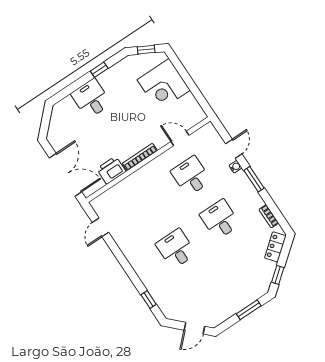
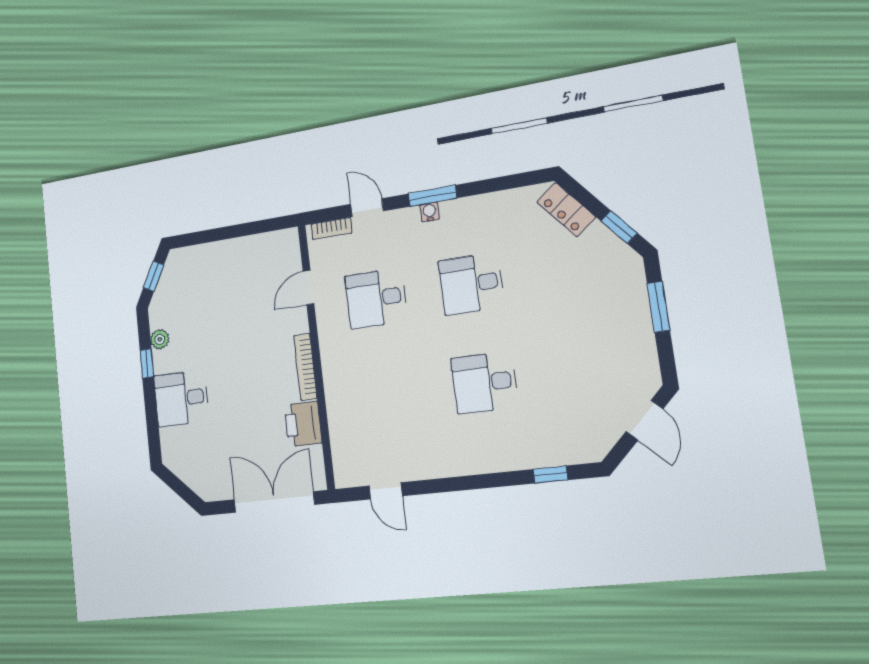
plant: (115, 70) -> (160, 339), added
corner desk: (164, 85) -> (217, 274), removed
water cooler: (236, 167) -> (430, 212), moved
bookcase: (269, 216) -> (331, 229), moved

